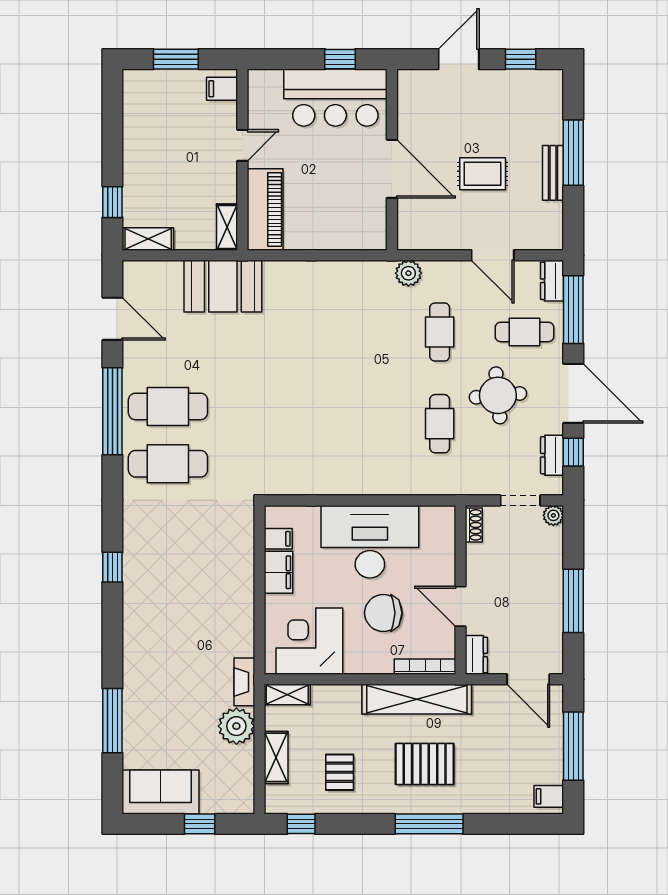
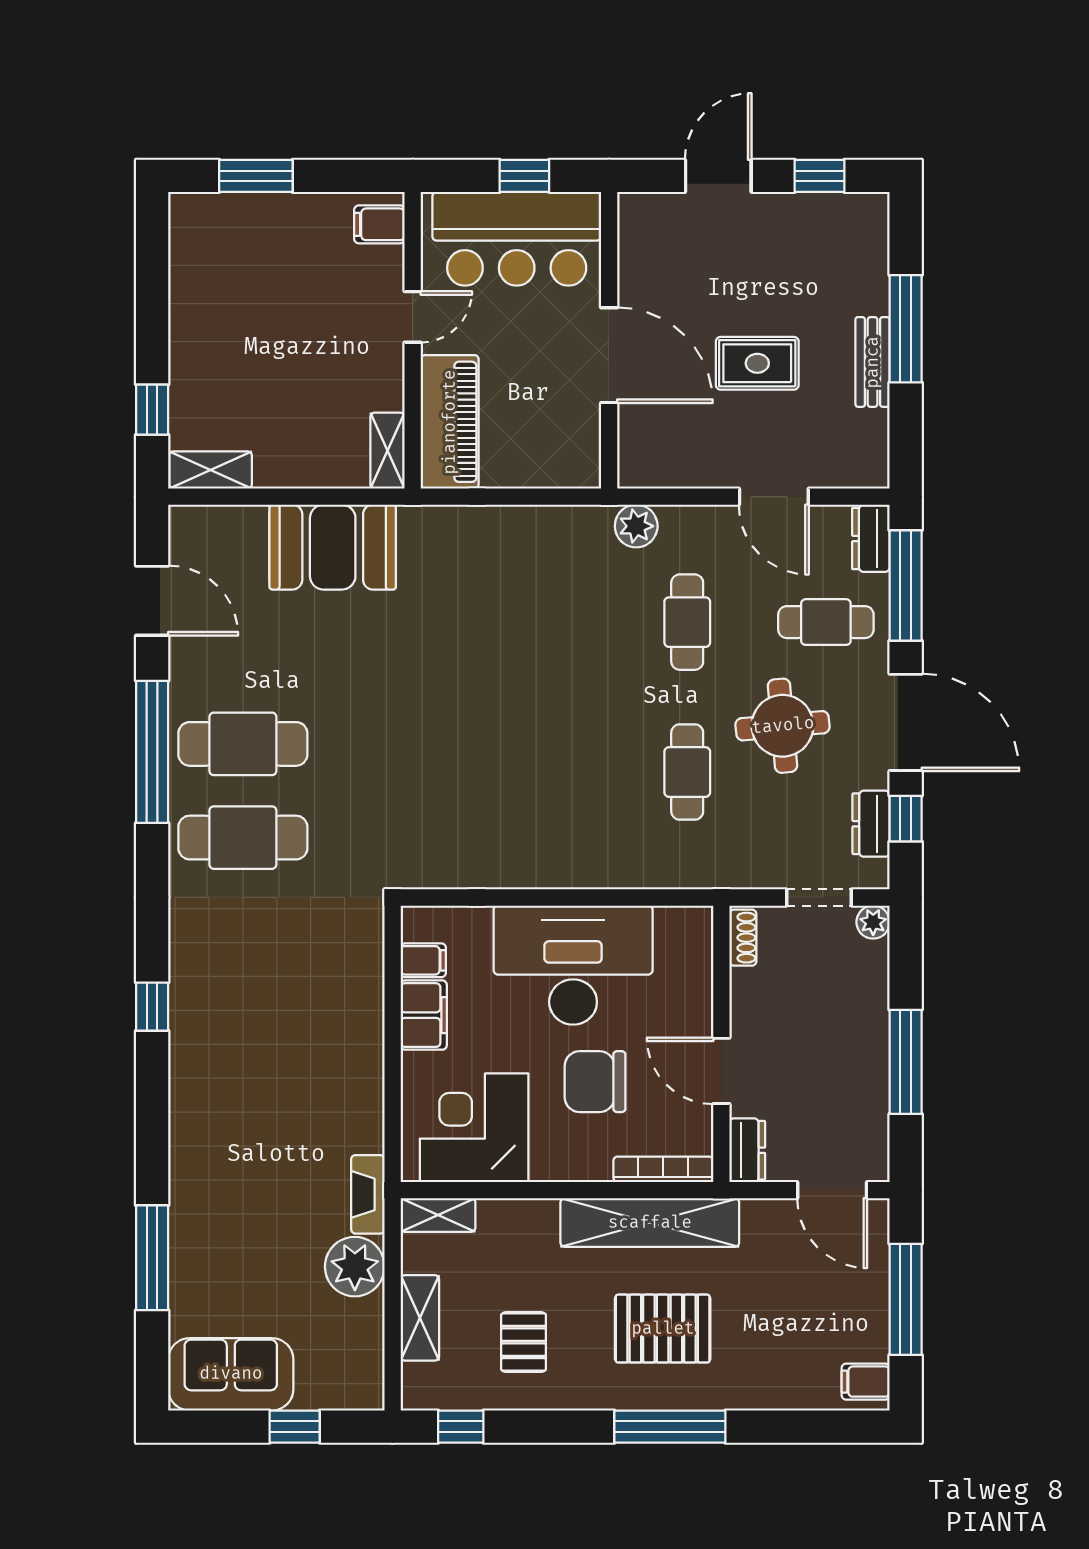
filing cabinet: (222, 89) -> (379, 224), moved
door: (242, 145) -> (413, 317), moved
wall: (242, 160) -> (413, 340), moved
piano: (265, 210) -> (450, 422), moved
shelving: (227, 227) -> (388, 451), moved

